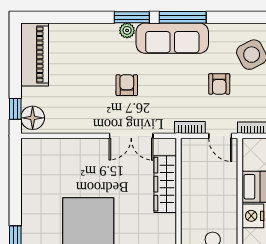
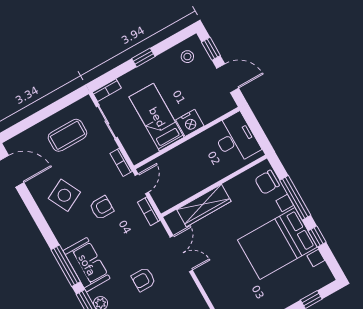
sofa: (172, 38) -> (87, 265), width x0.73

